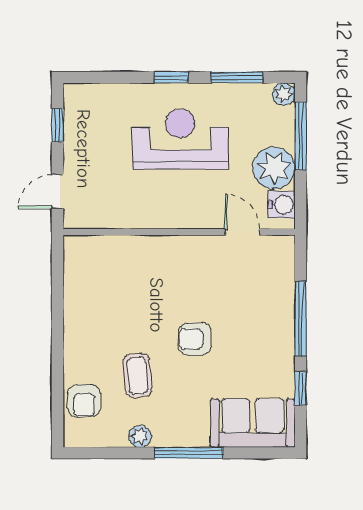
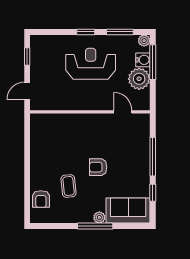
water cooler: (282, 205) -> (143, 60), moved
plant: (140, 436) -> (99, 217), moved

